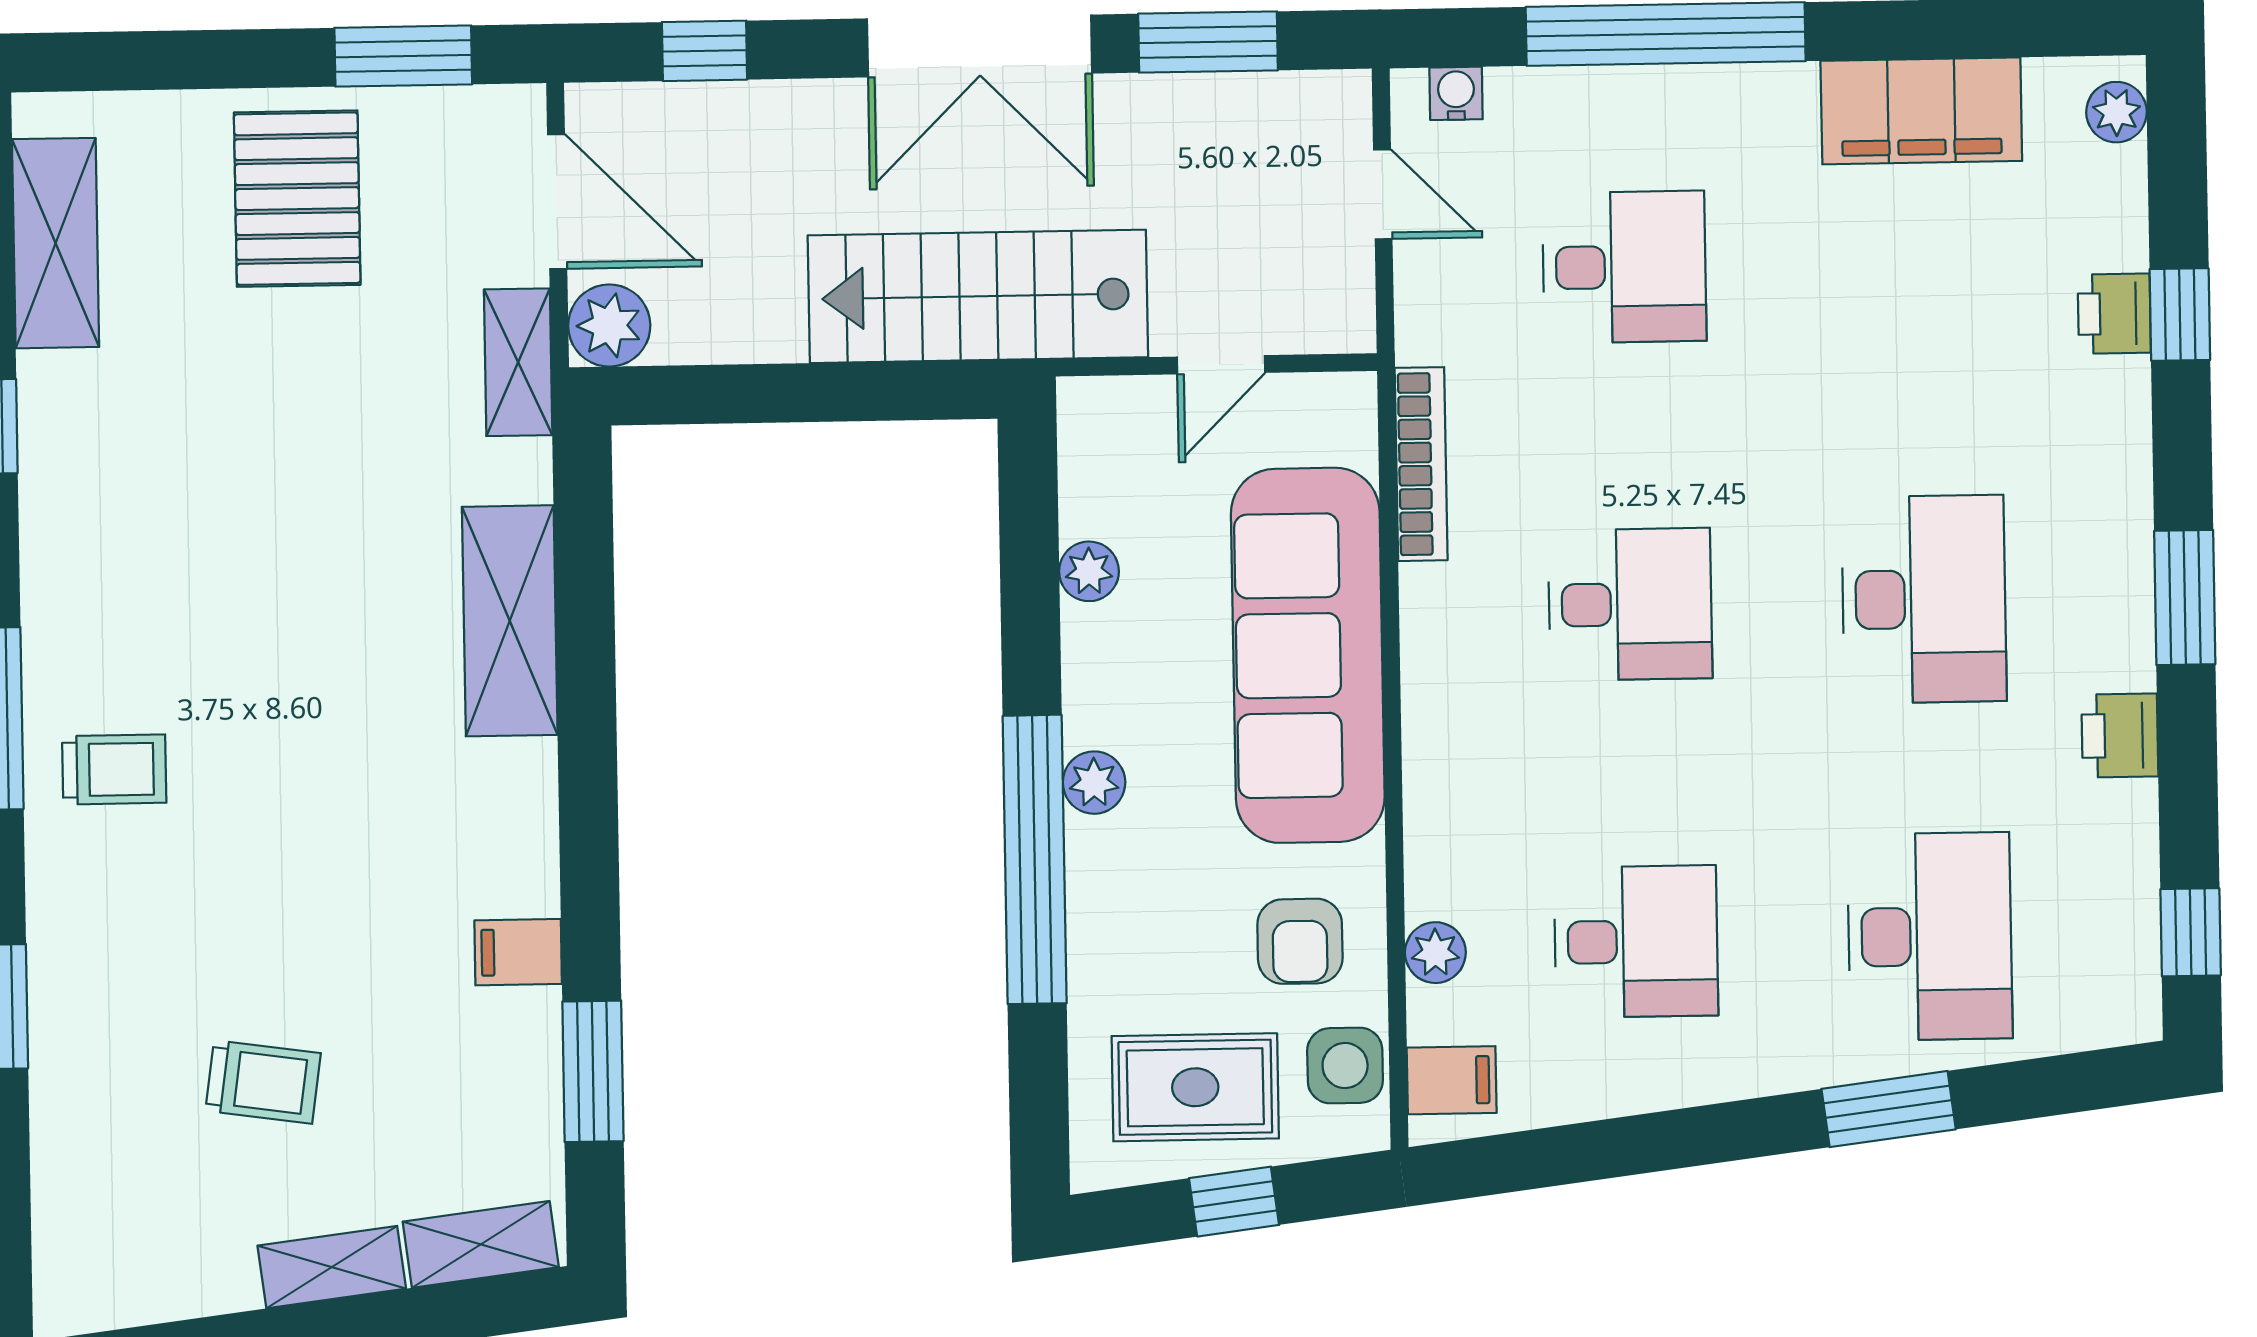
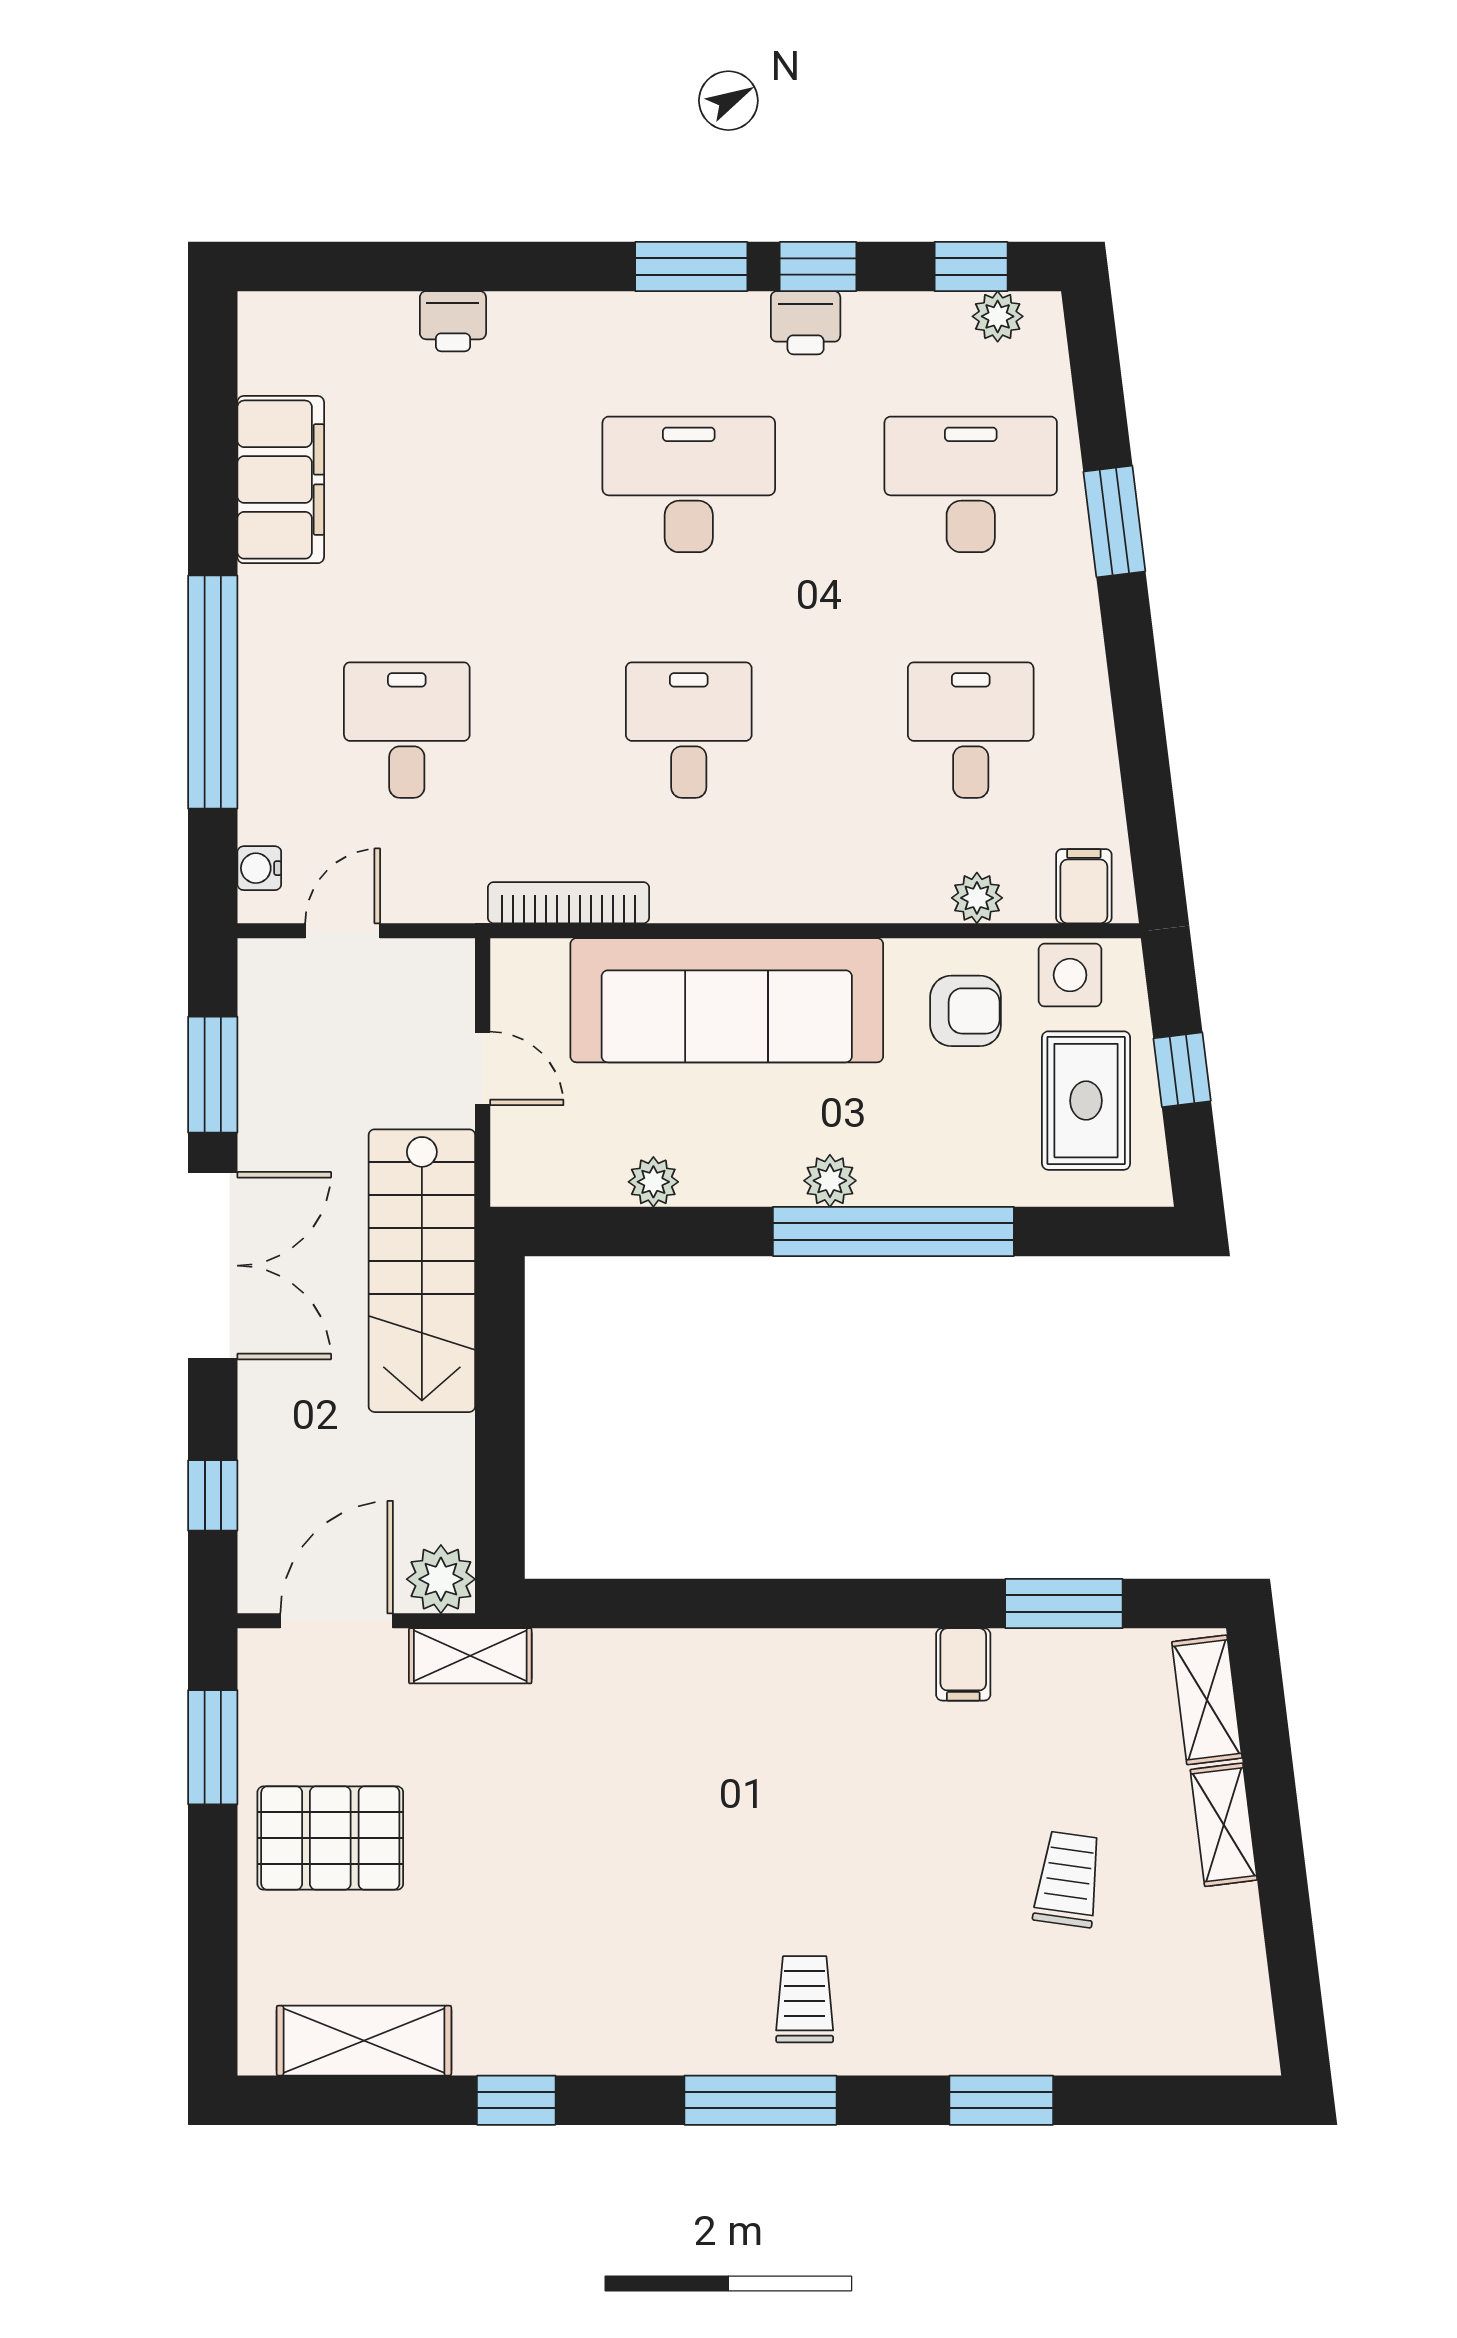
plant: (2117, 112) -> (998, 316), moved
window: (2180, 315) -> (818, 266), moved
shelving: (510, 621) -> (686, 1667), removed

